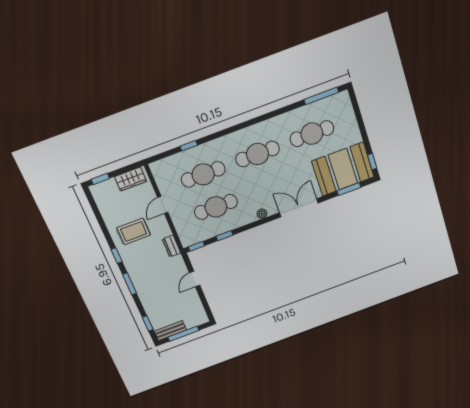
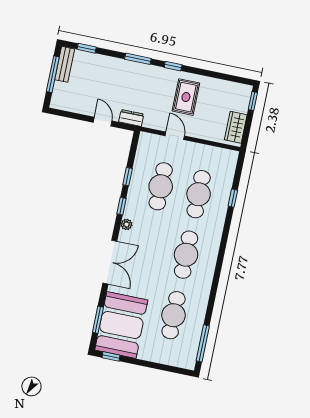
door: (163, 205) -> (175, 136), moved
dresser: (171, 246) -> (131, 118), moved
window: (196, 246) -> (121, 206), moved

